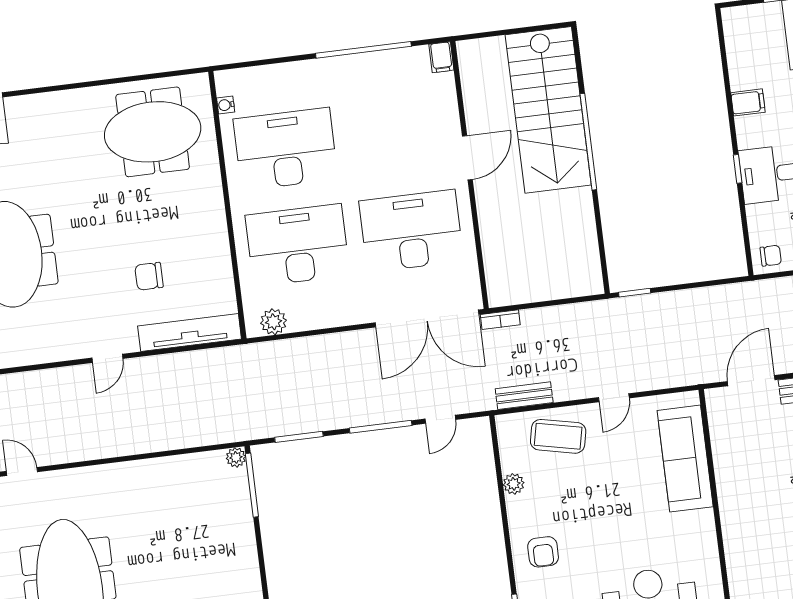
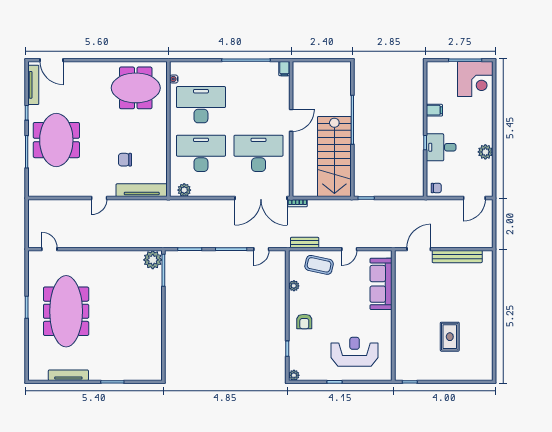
stairs: (548, 110) -> (334, 157), moved
plant: (236, 457) -> (153, 260), width x1.88, depth x1.88

